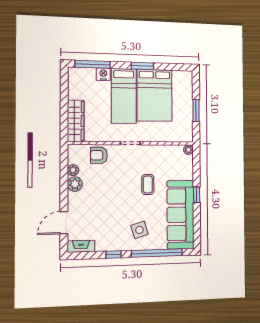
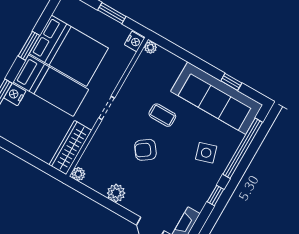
wardrobe: (76, 121) -> (70, 148), moved, turned -90
nightstand: (186, 137) -> (134, 41), added
armchair: (99, 155) -> (145, 150), moved, turned 54
plant: (73, 170) -> (78, 174), moved
window: (197, 195) -> (231, 82), moved

